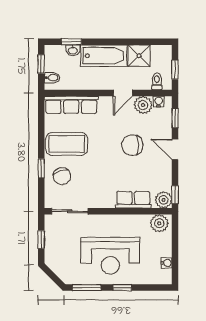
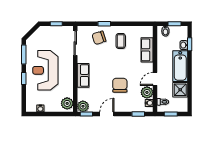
door: (123, 93) -> (155, 79), hinge flipped
row of seats: (71, 105) -> (147, 50), width x0.68
coffee table: (67, 144) -> (121, 41), width x0.54, depth x0.58
door: (175, 149) -> (107, 114), moved
row of seats: (133, 200) -> (83, 75), moved

